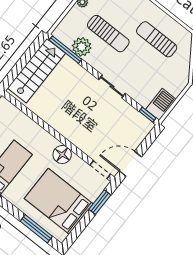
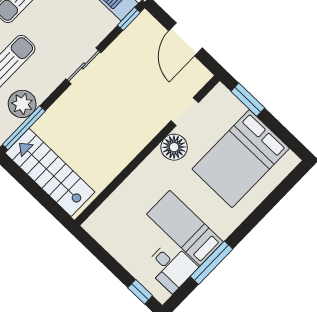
door: (130, 164) -> (185, 39), moved
doorway: (100, 170) -> (185, 112), moved
window: (36, 229) -> (277, 195), removed

